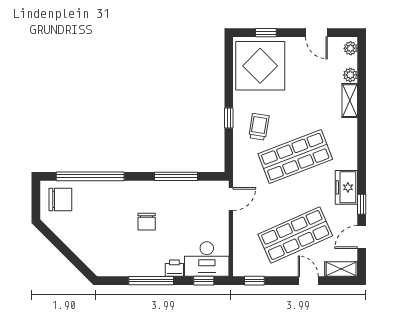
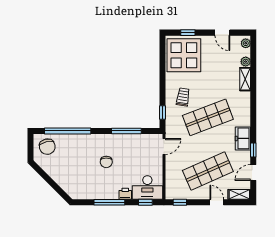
window: (229, 118) -> (162, 113), moved
chair: (60, 199) -> (47, 147), turned 77

